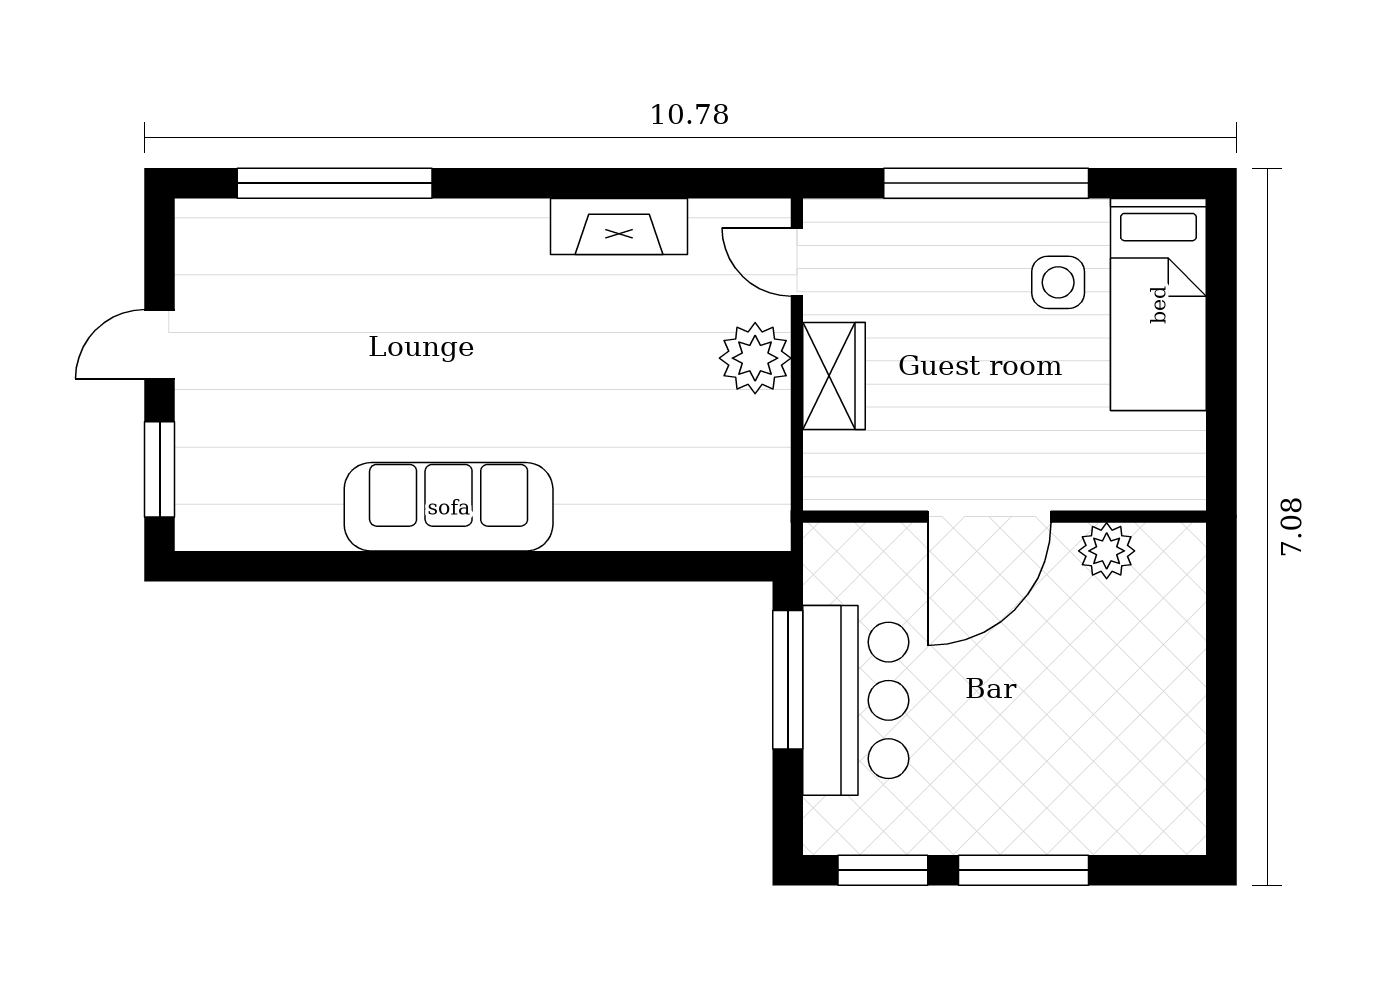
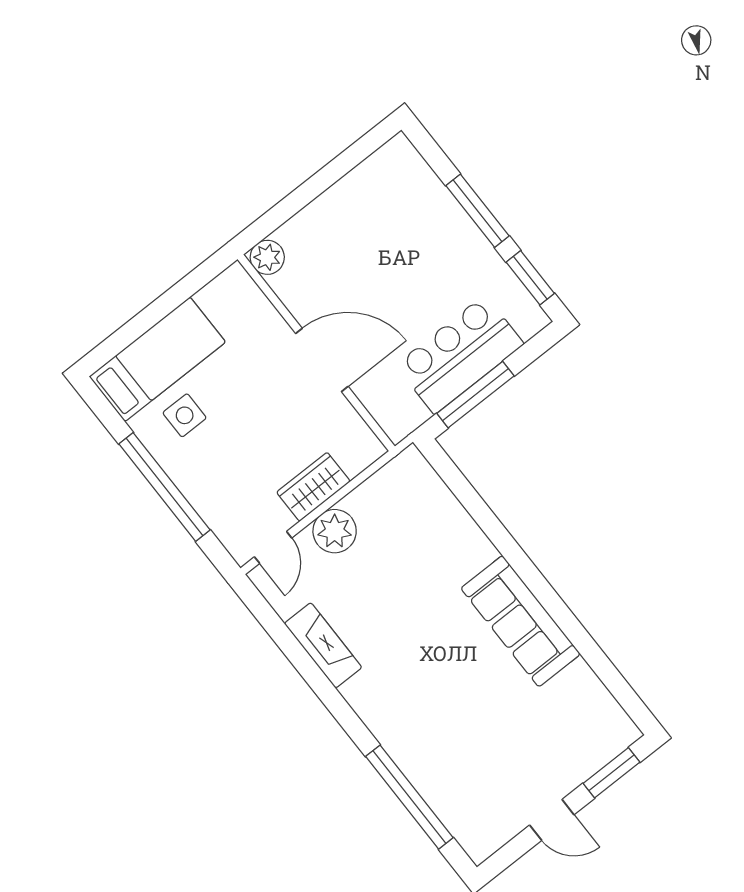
plant: (1107, 551) -> (267, 257), moved

